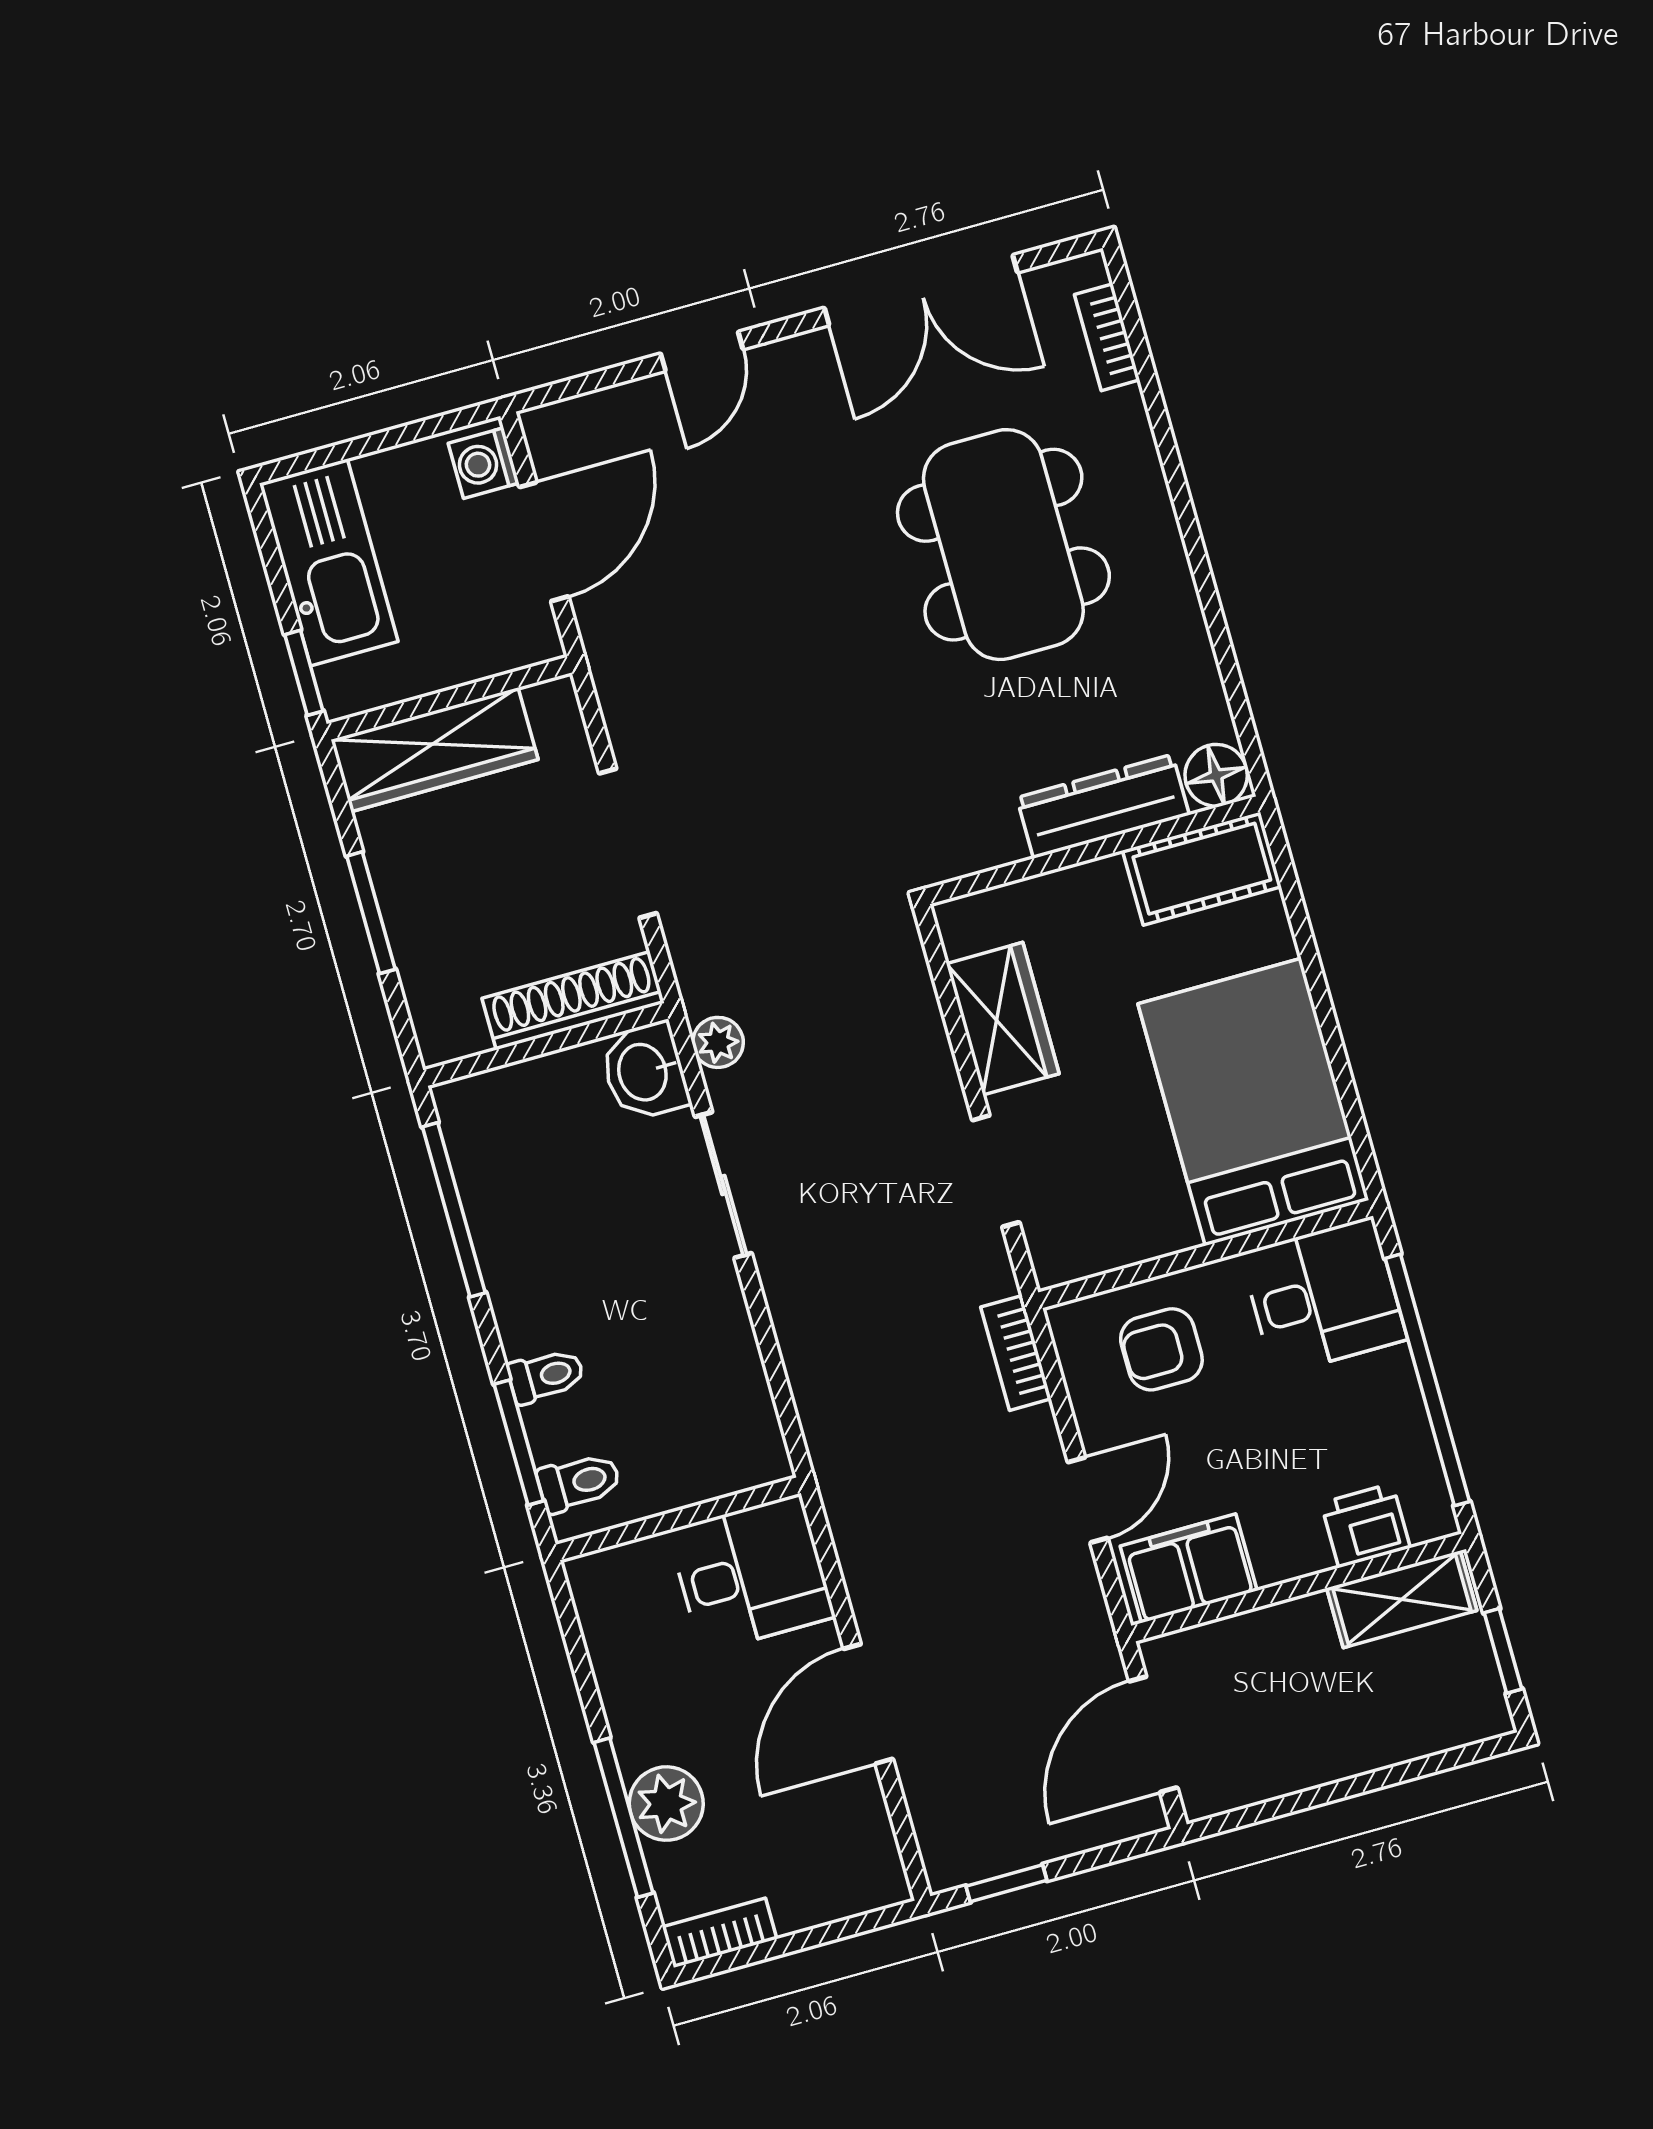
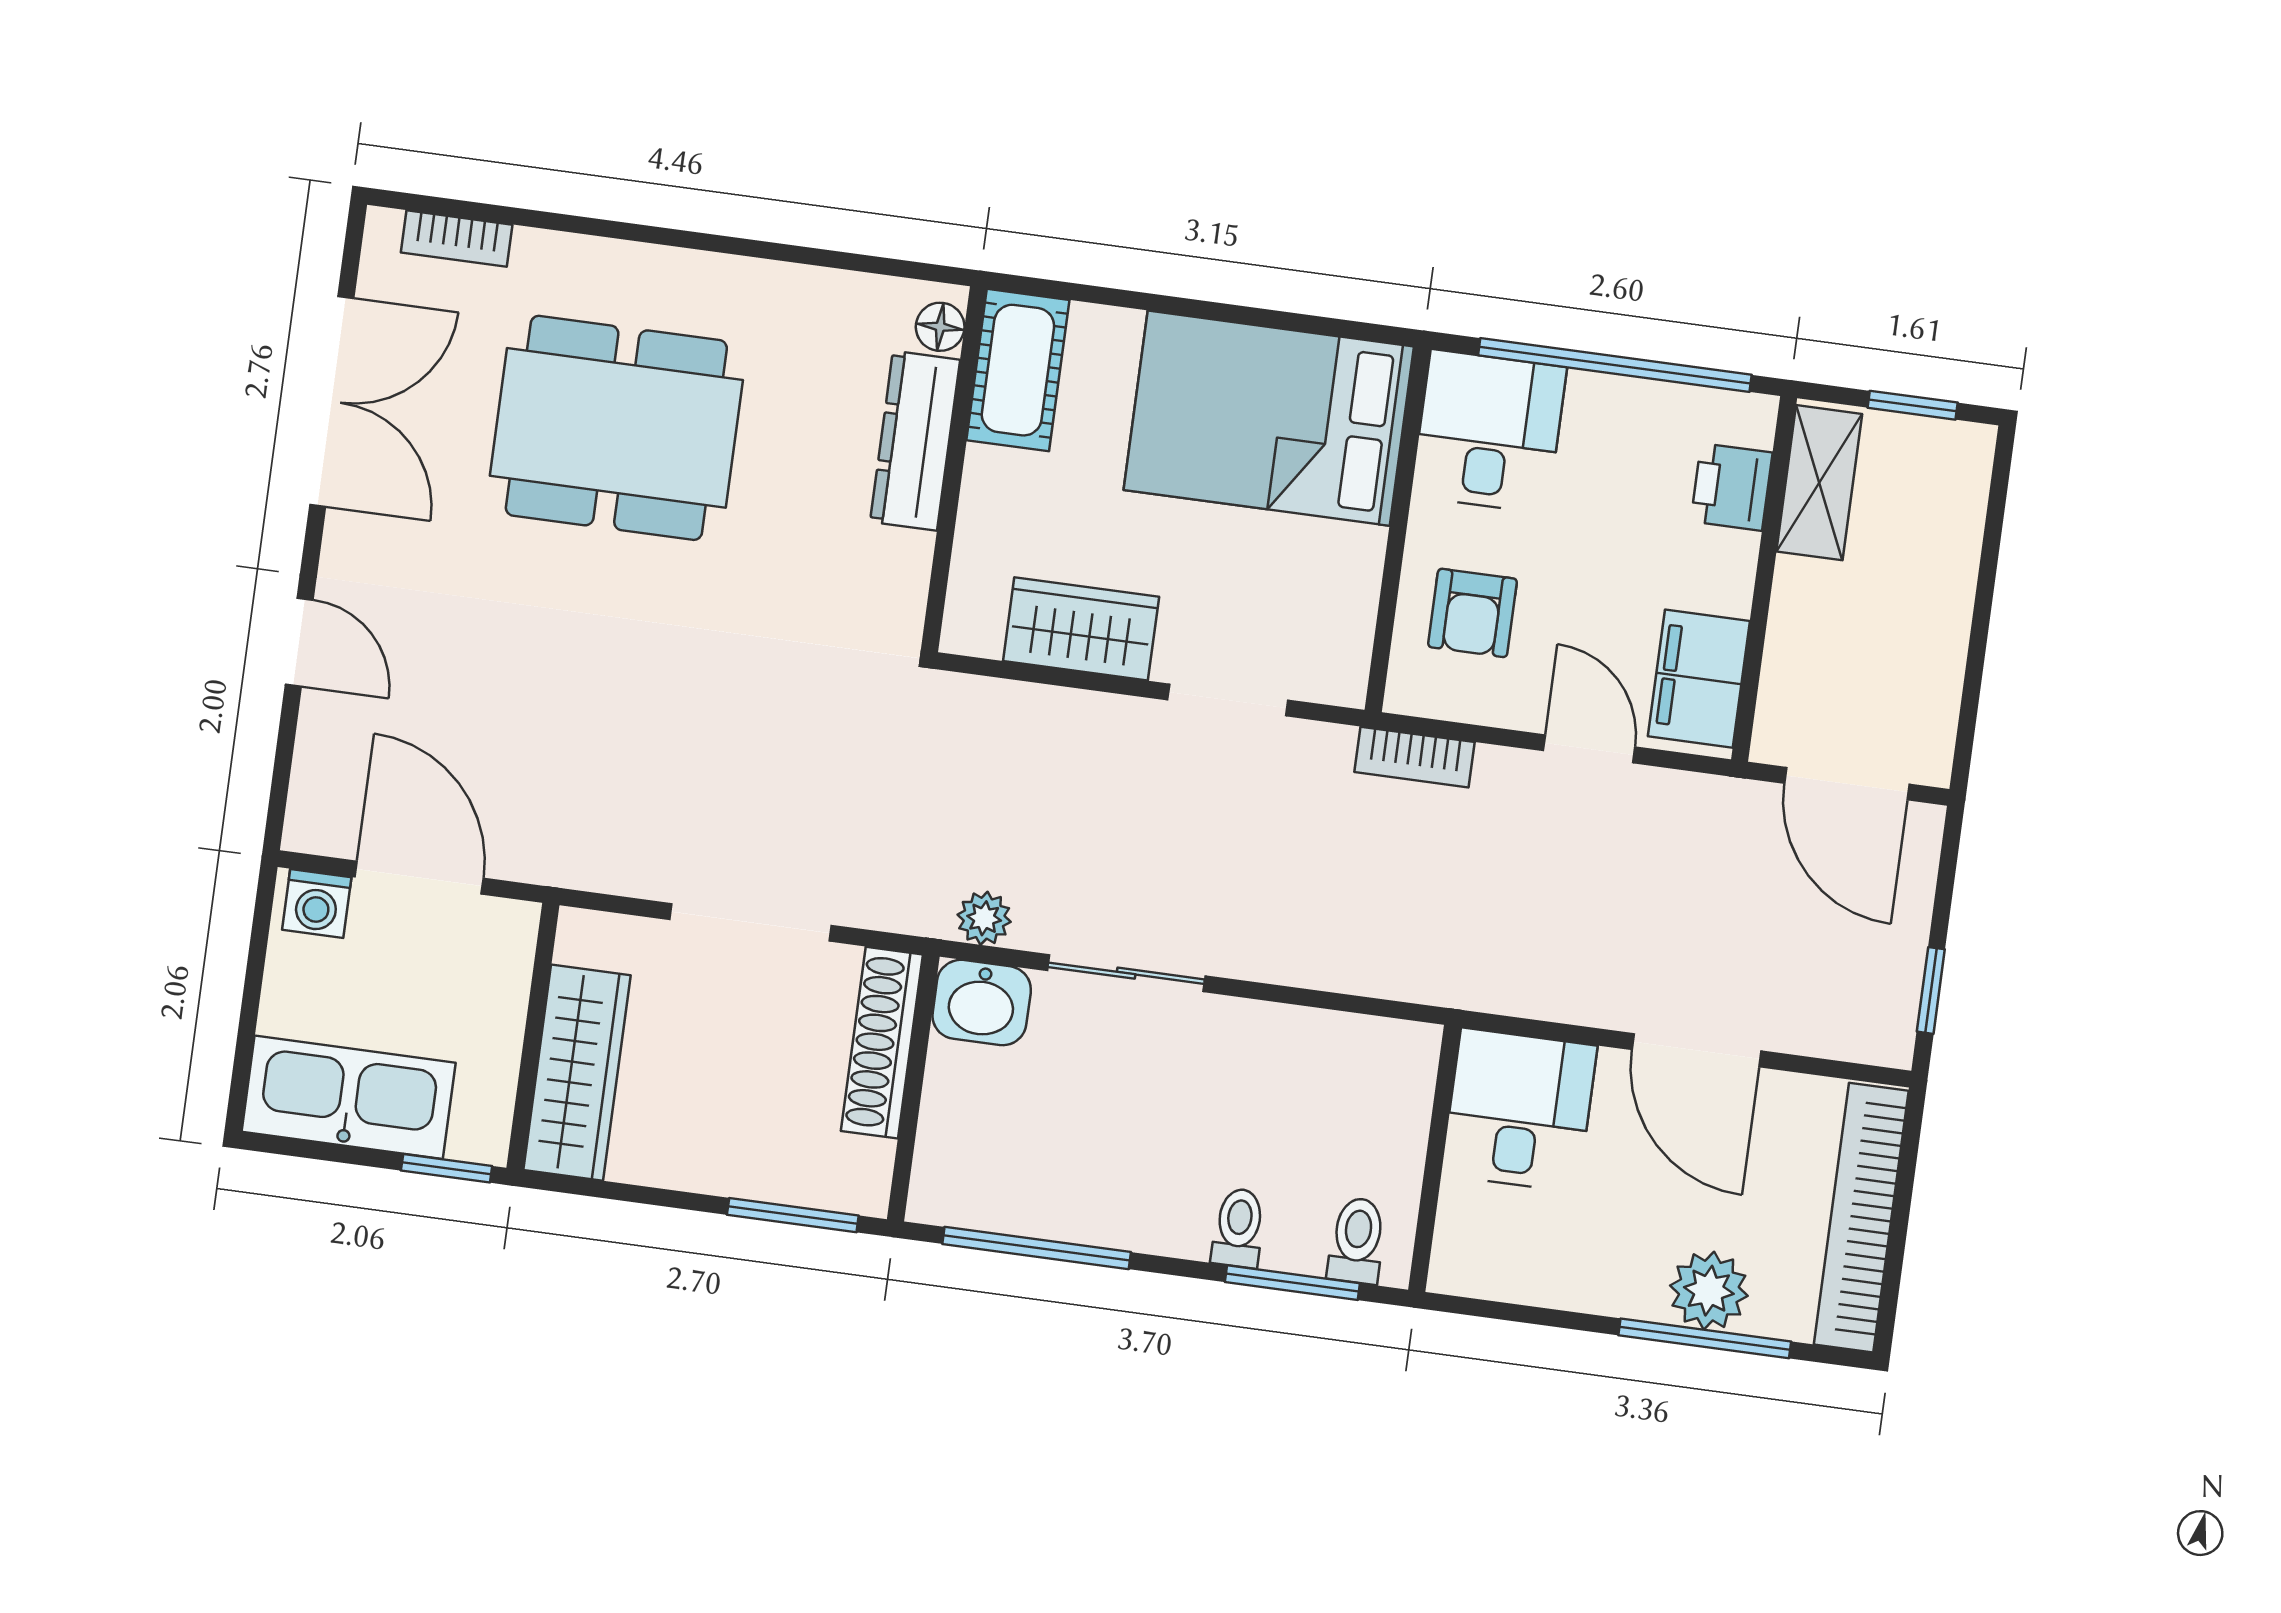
floor lamp: (1216, 775) -> (940, 327), width x0.73, depth x0.73
window: (371, 913) -> (793, 1215), moved
bookcase: (720, 1933) -> (1861, 1218), width x2.31, depth x1.31

